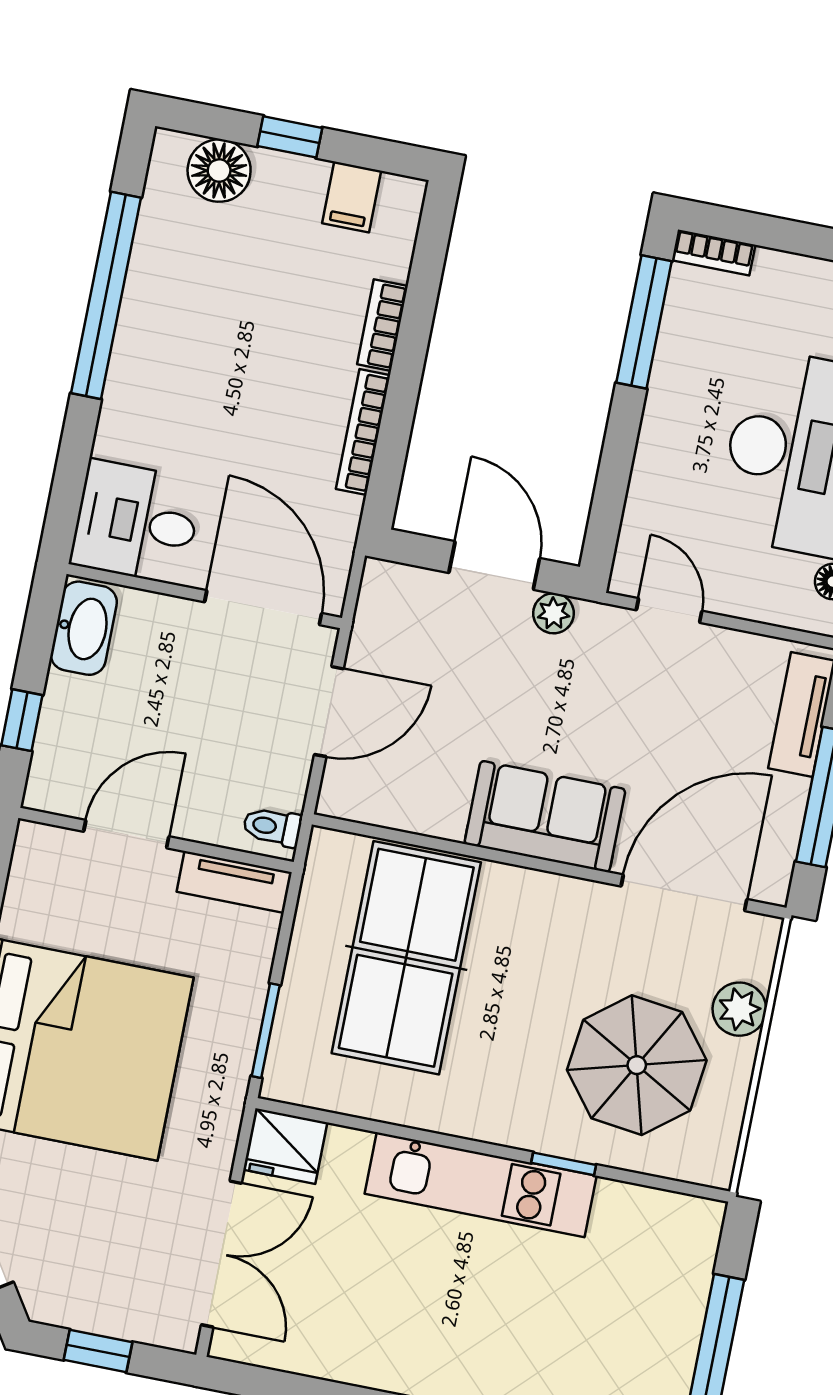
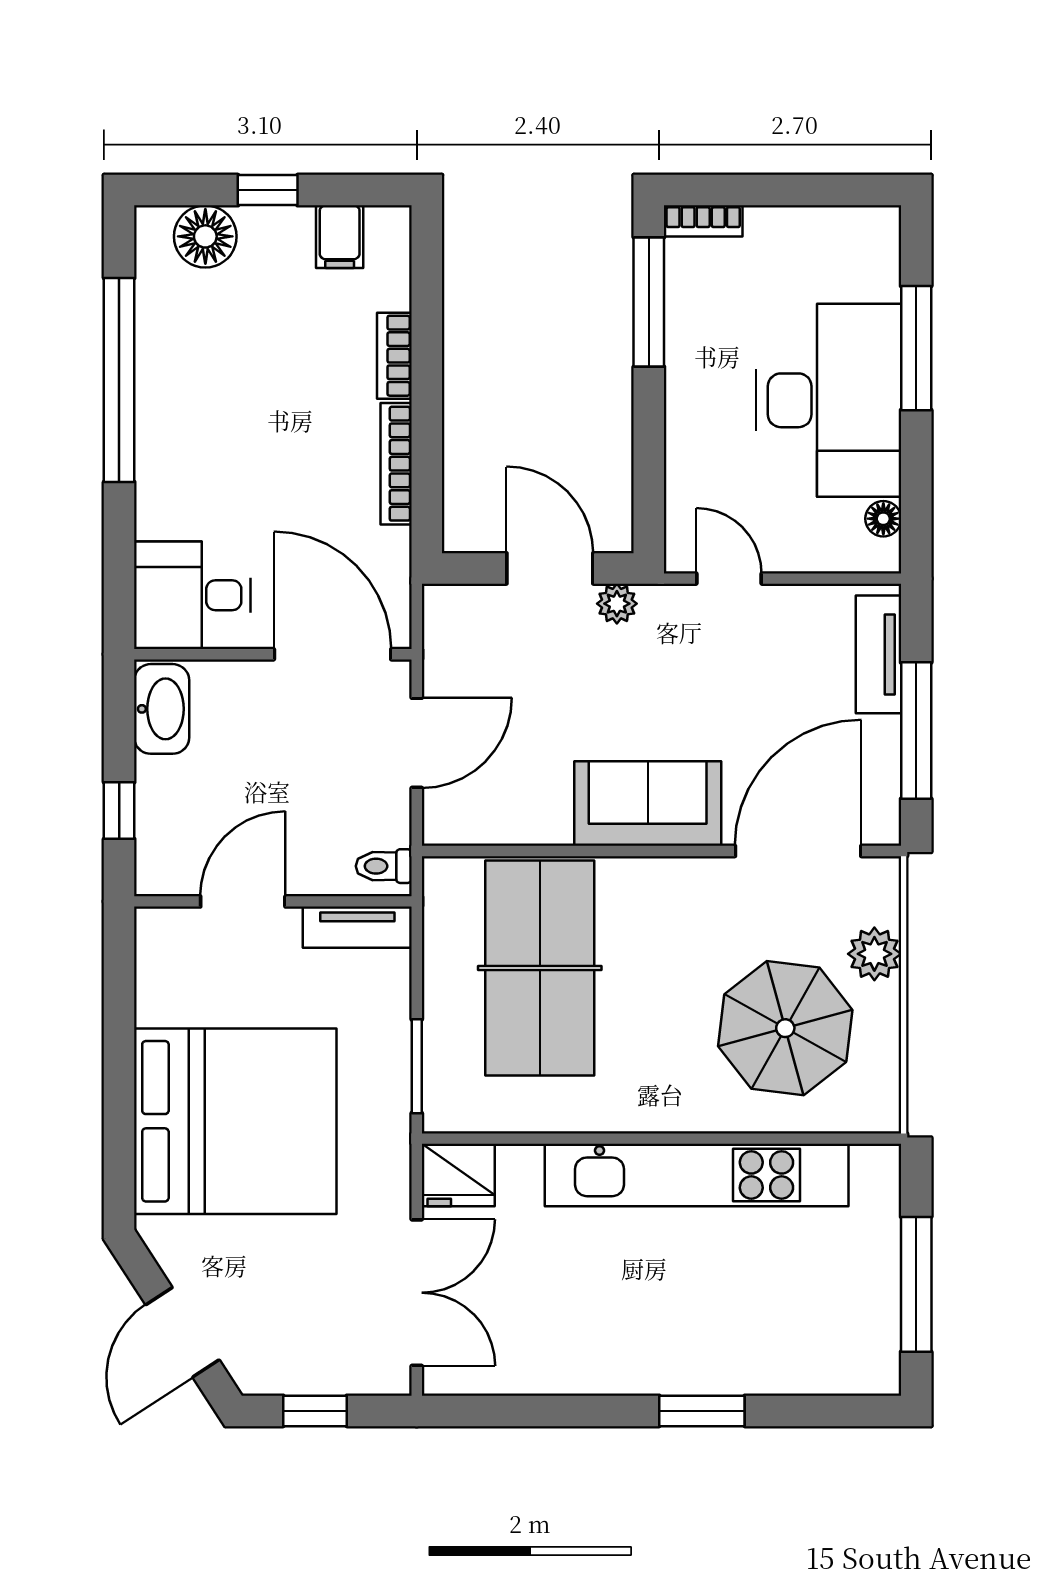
window: (564, 1164) -> (733, 1139), removed
kitchen unit: (481, 1185) -> (697, 1175), width x1.36

